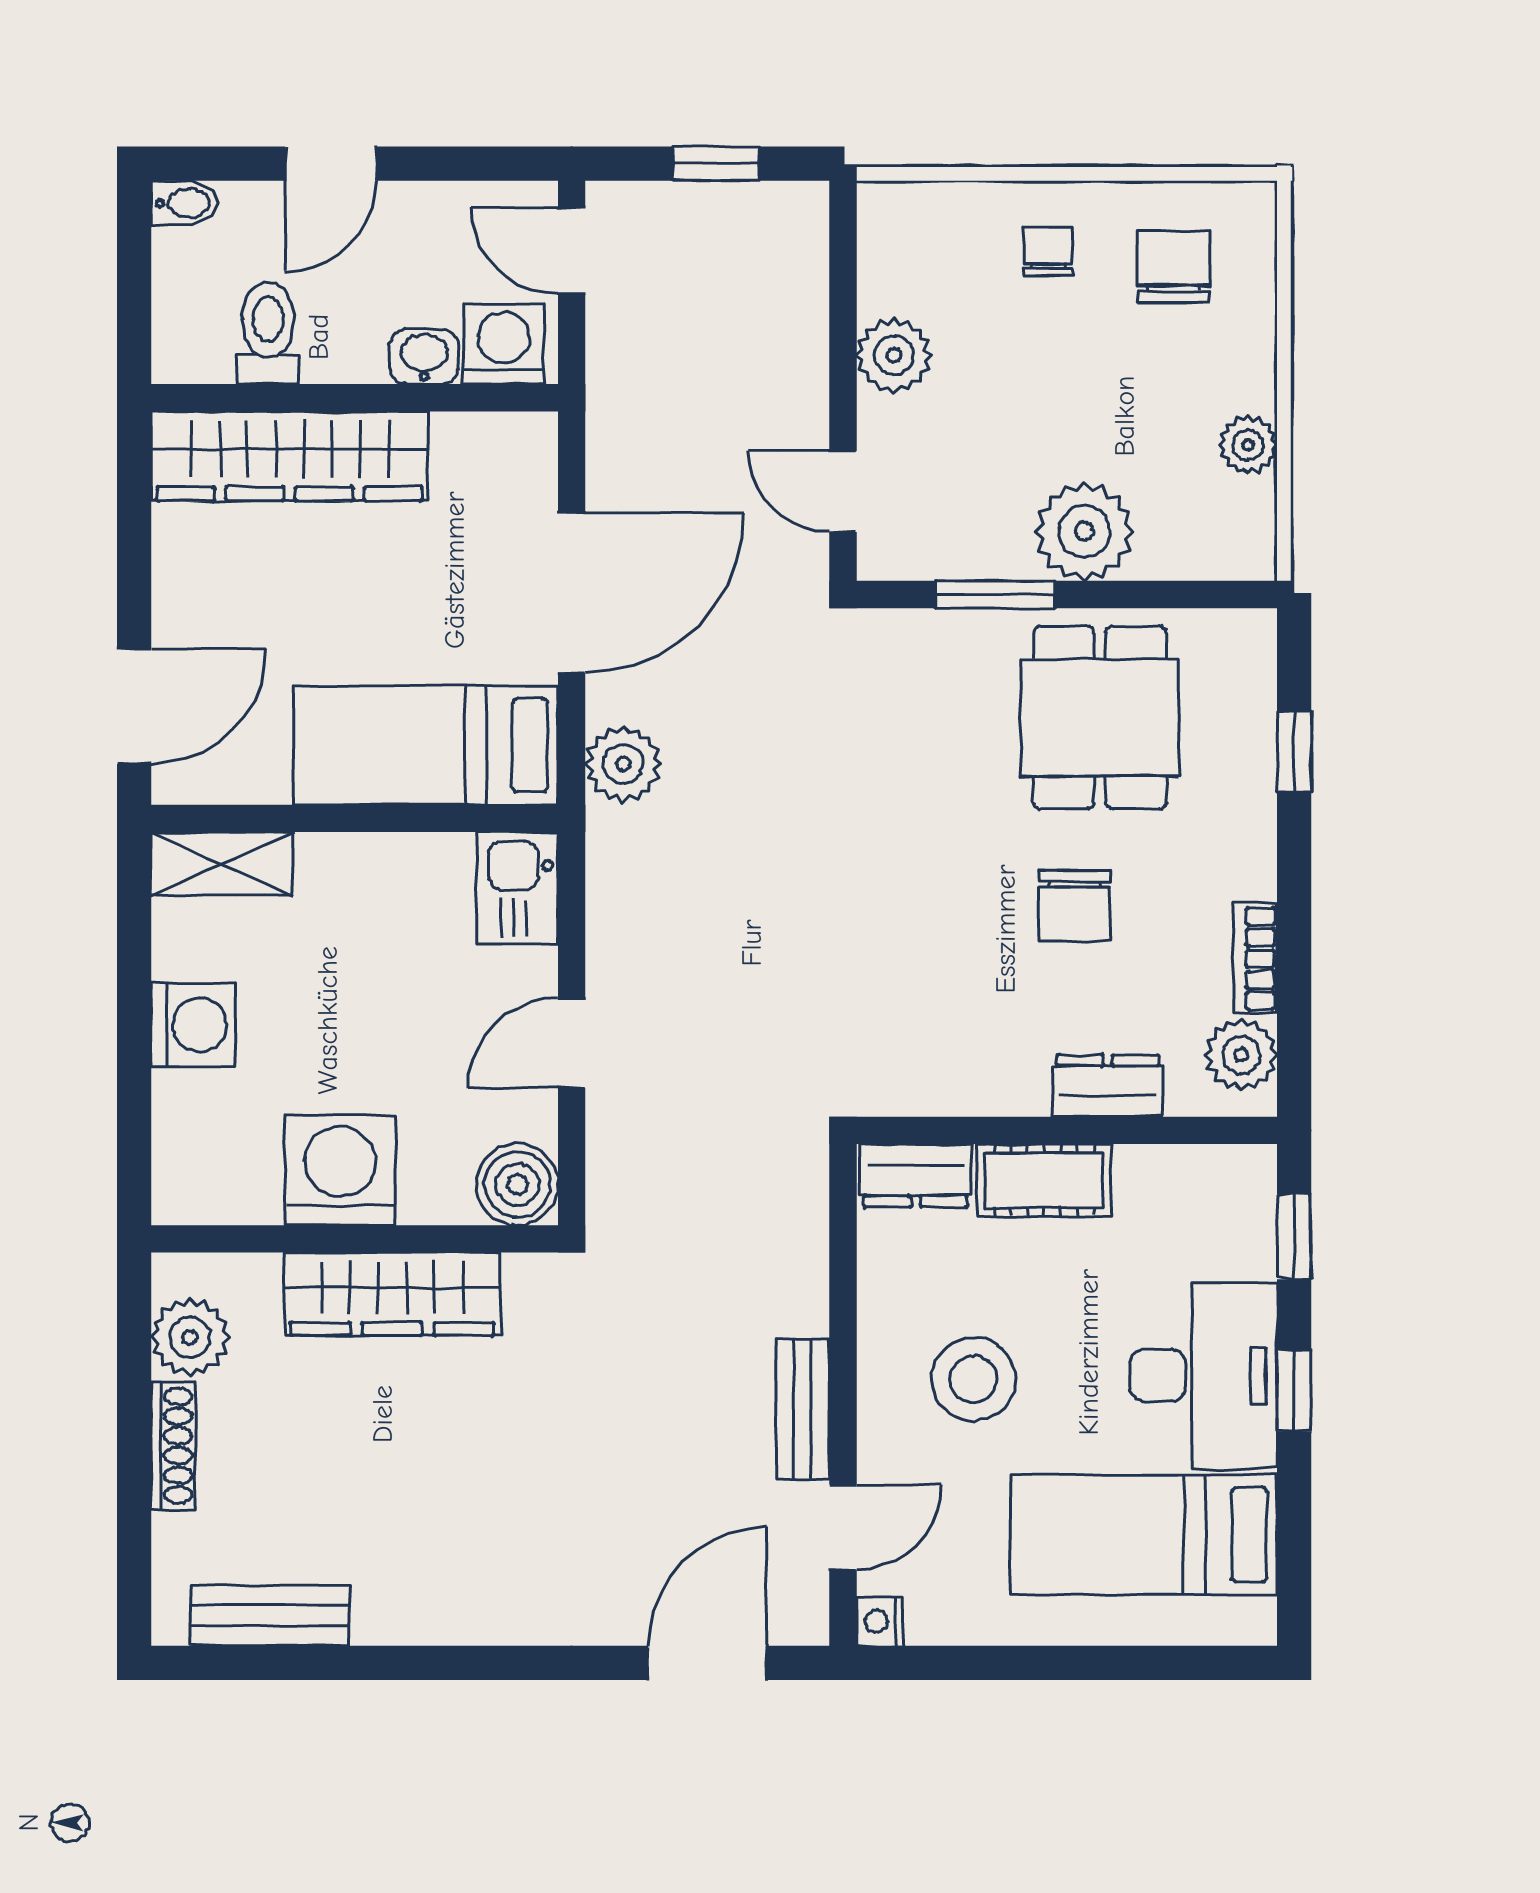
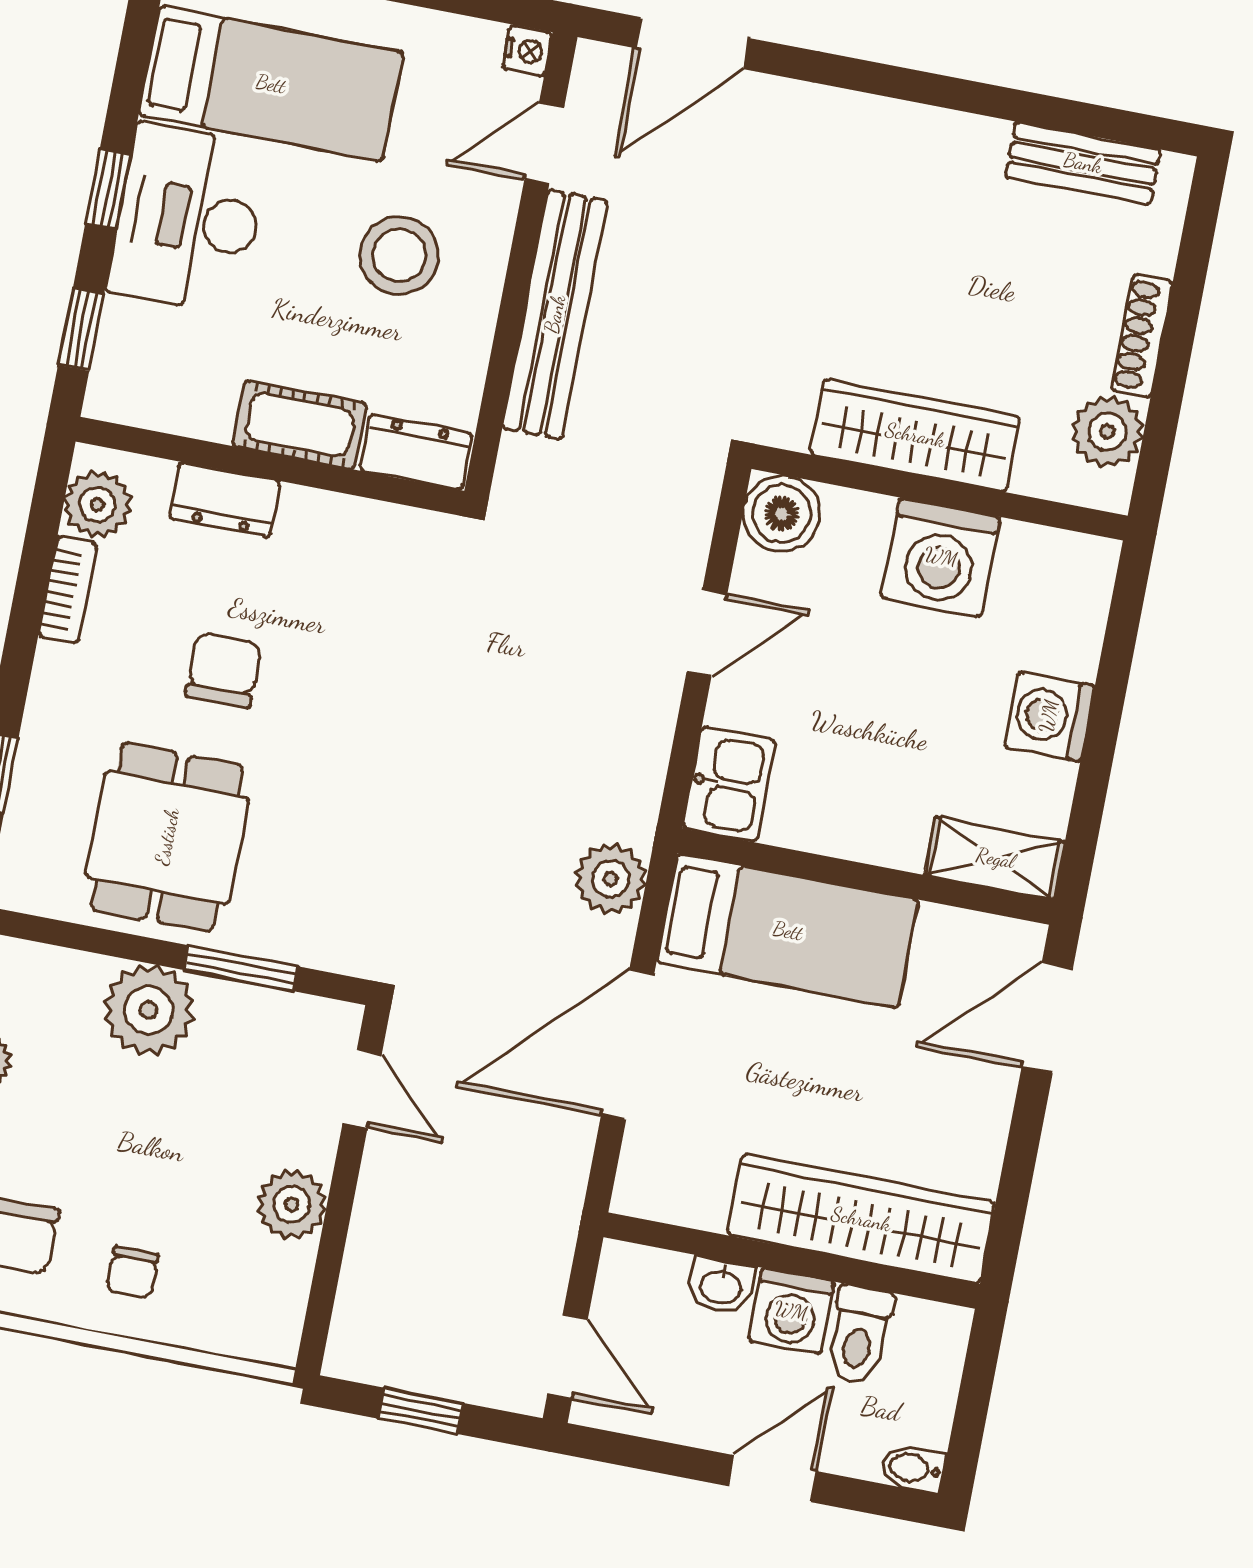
washing machine: (504, 344) -> (791, 1311), moved
bench: (803, 1409) -> (555, 314), width x1.86, depth x1.21

